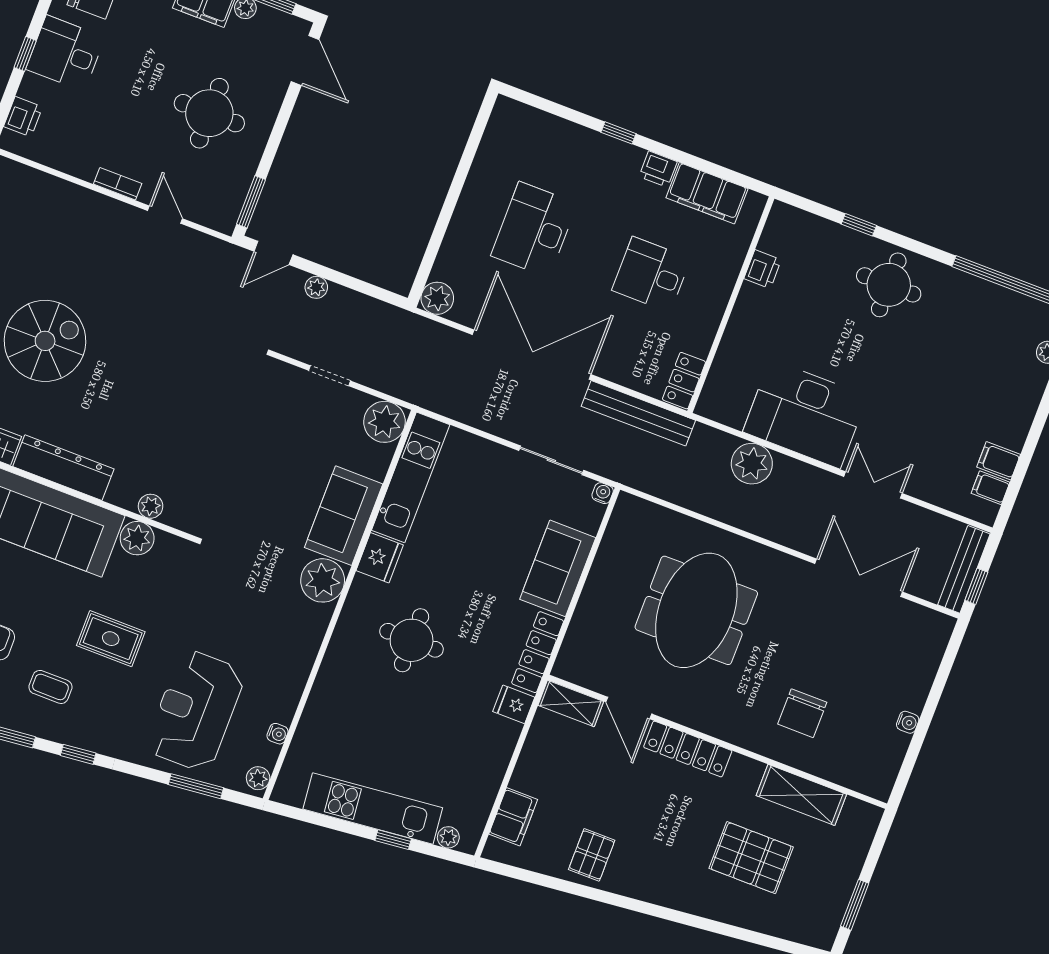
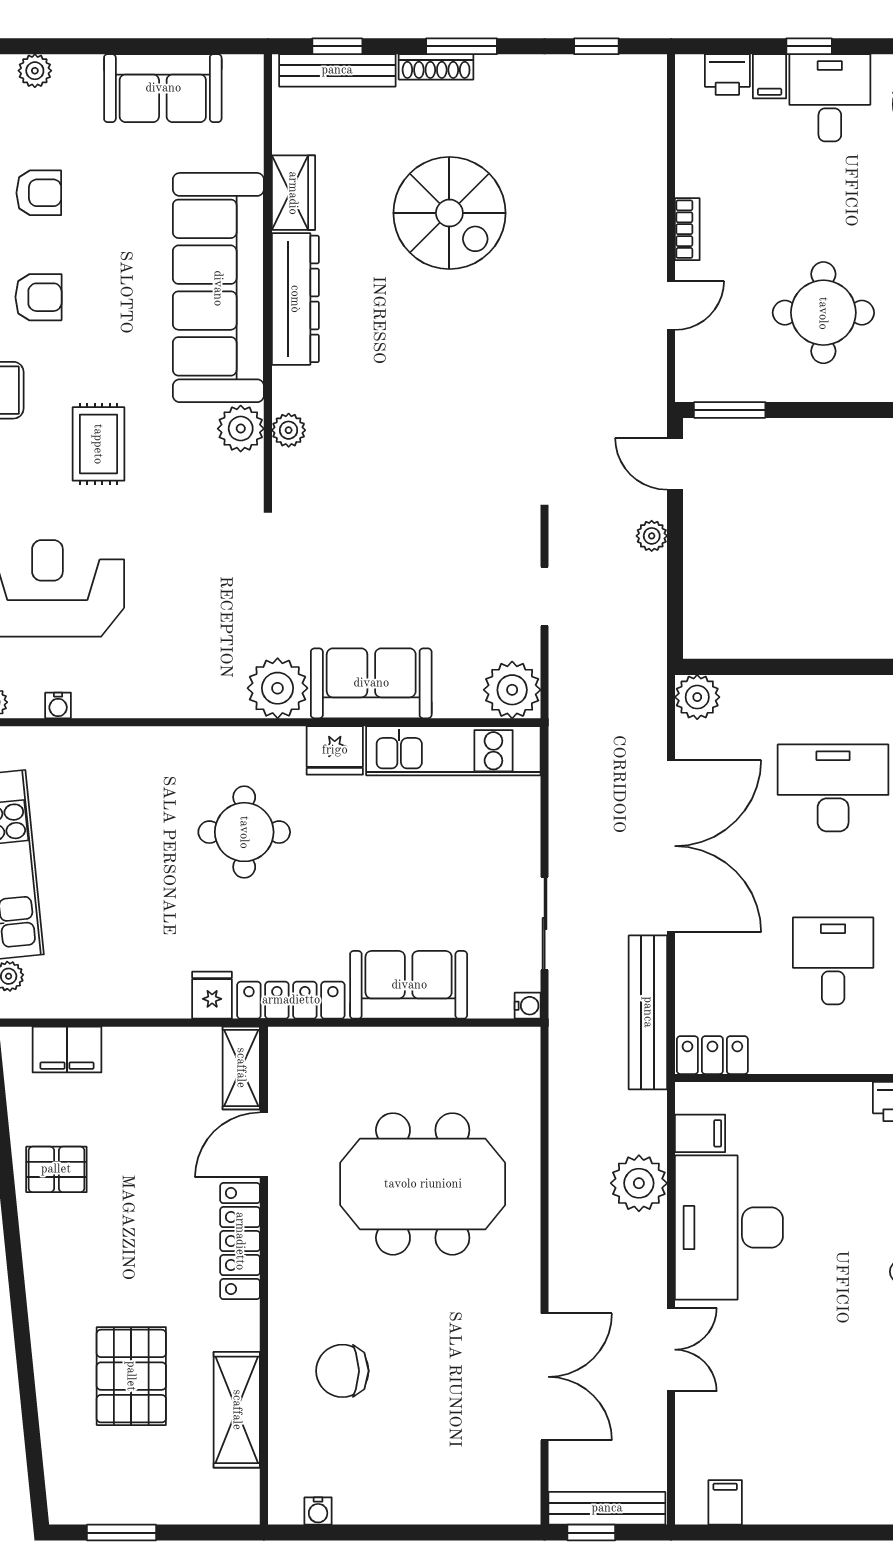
filing cabinet: (35, 88) -> (770, 76), added
filing cabinet: (999, 461) -> (700, 1133), moved, turned 90
water cooler: (908, 722) -> (318, 1511), moved

